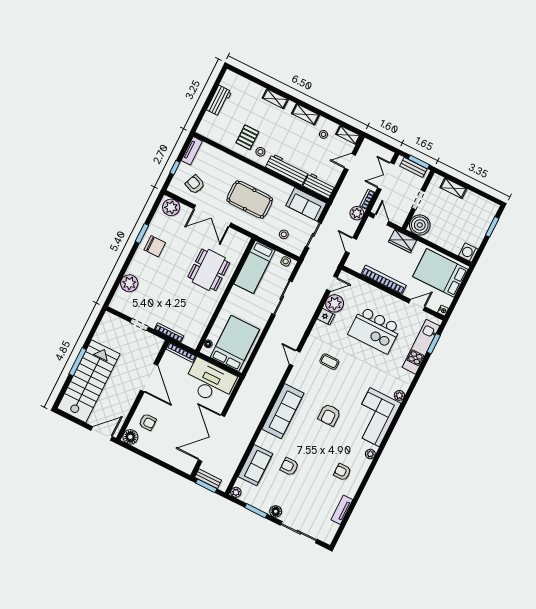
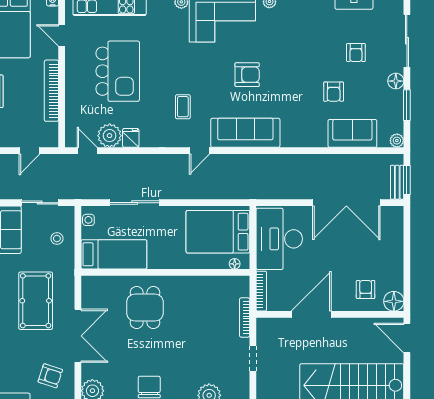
armchair: (195, 184) -> (50, 376), turned -94
dining table: (209, 270) -> (145, 308), width x0.73
sofa: (283, 411) -> (245, 133), moved
armchair: (342, 472) -> (356, 53), moved

